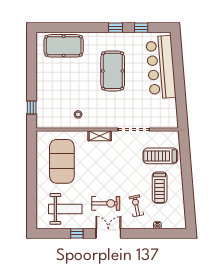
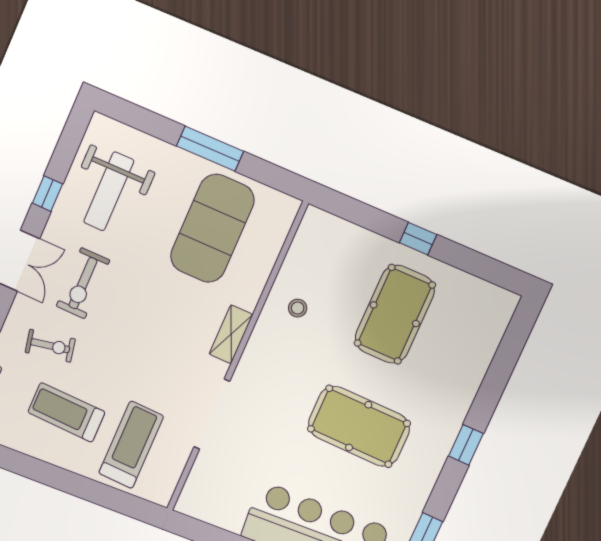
window: (116, 28) -> (466, 445), moved
pool table: (64, 46) -> (395, 314), moved
window: (32, 107) -> (418, 239), moved
exercise mat: (62, 161) -> (212, 228), turned 90
window: (32, 176) -> (210, 149), added

